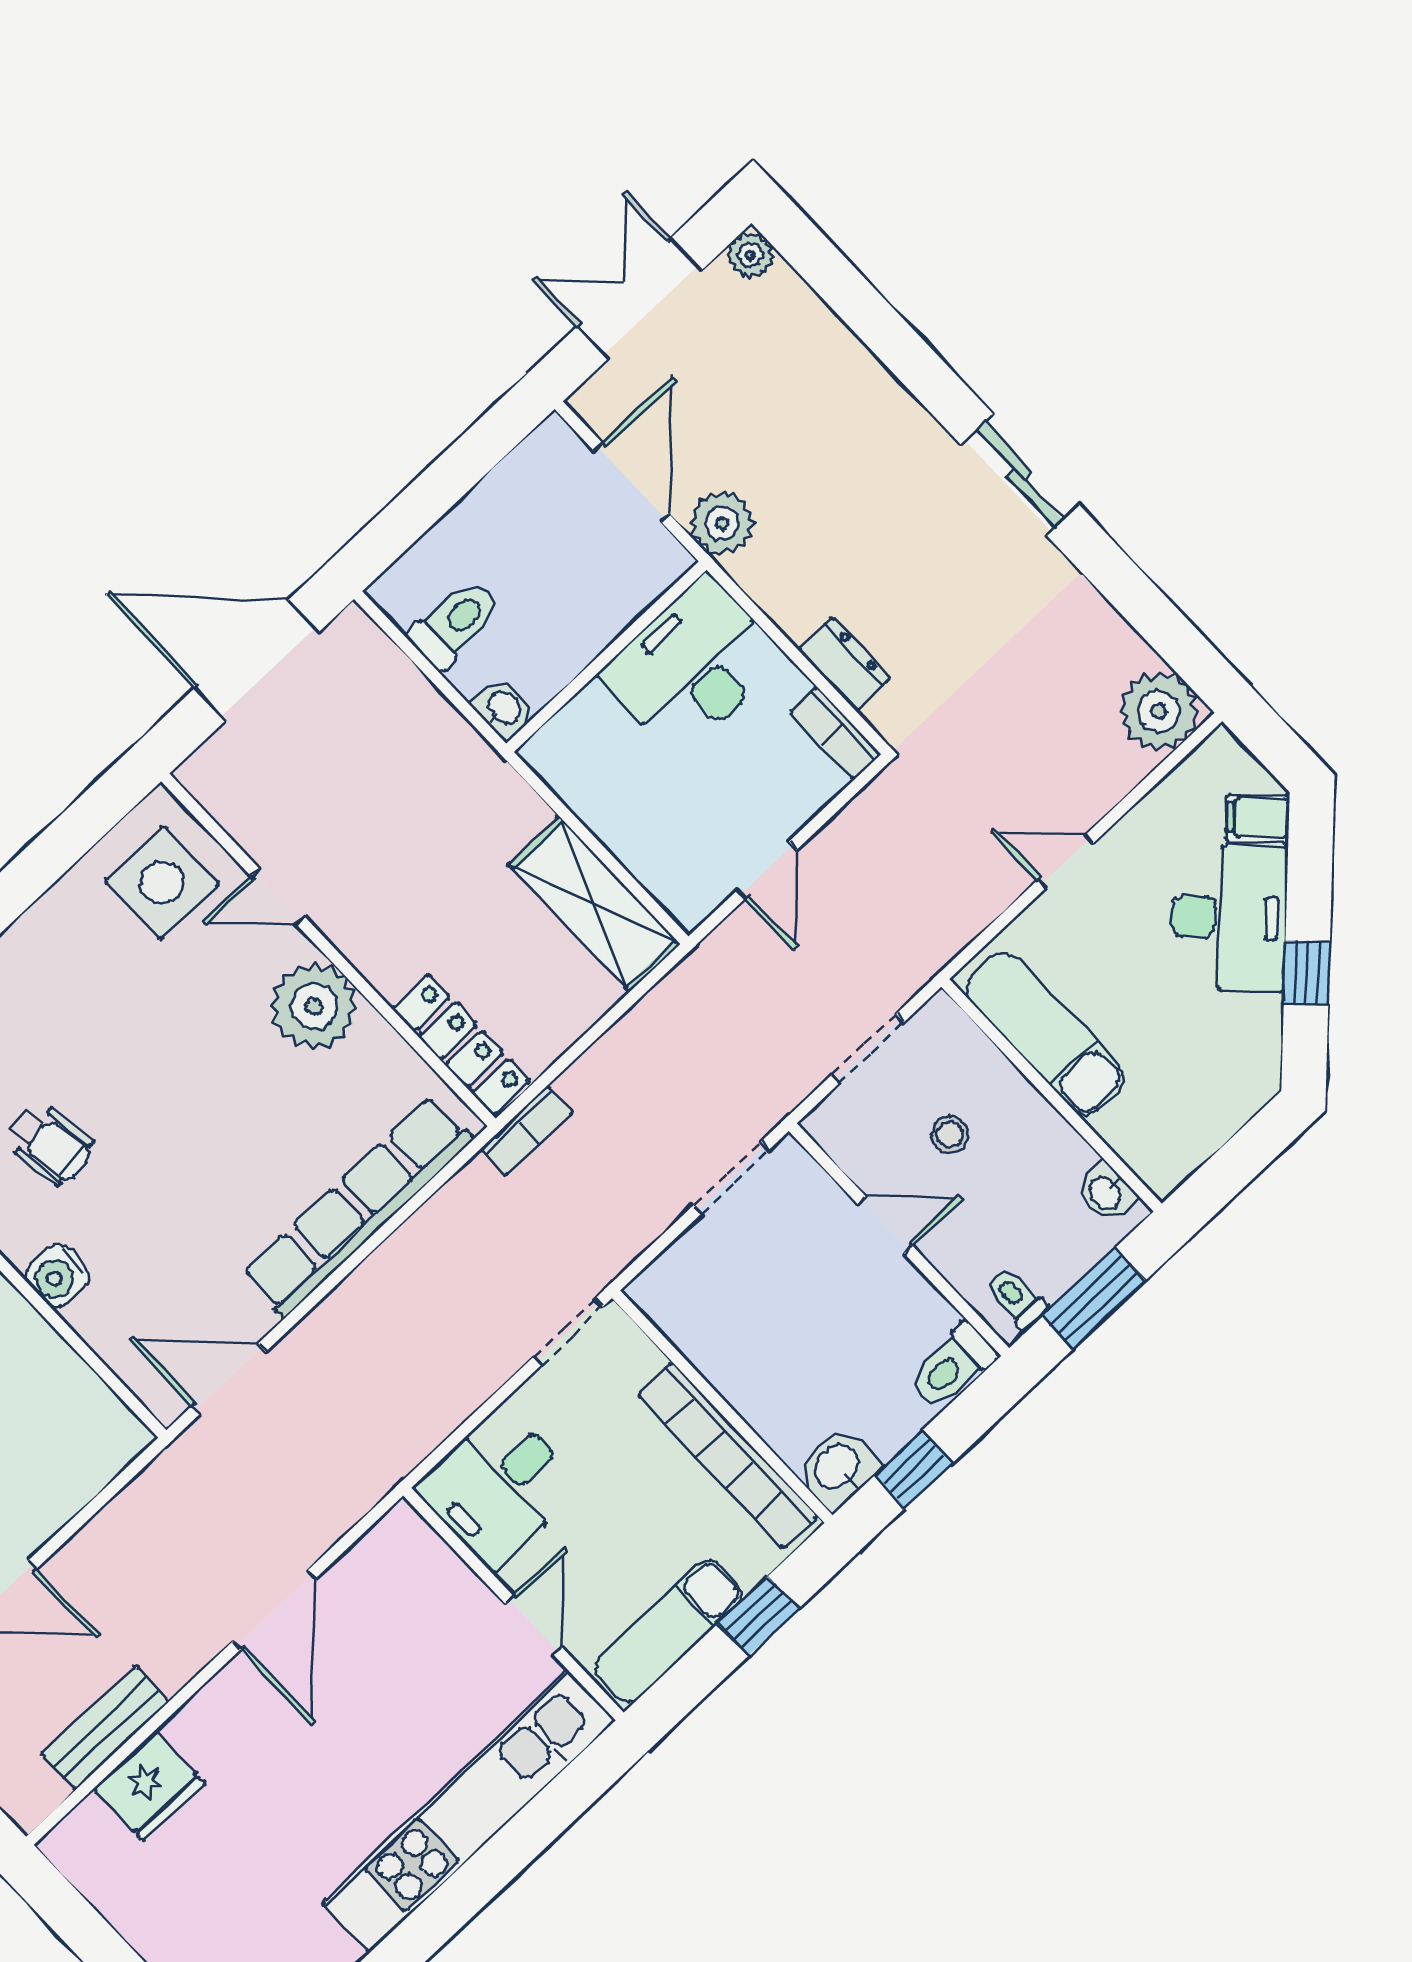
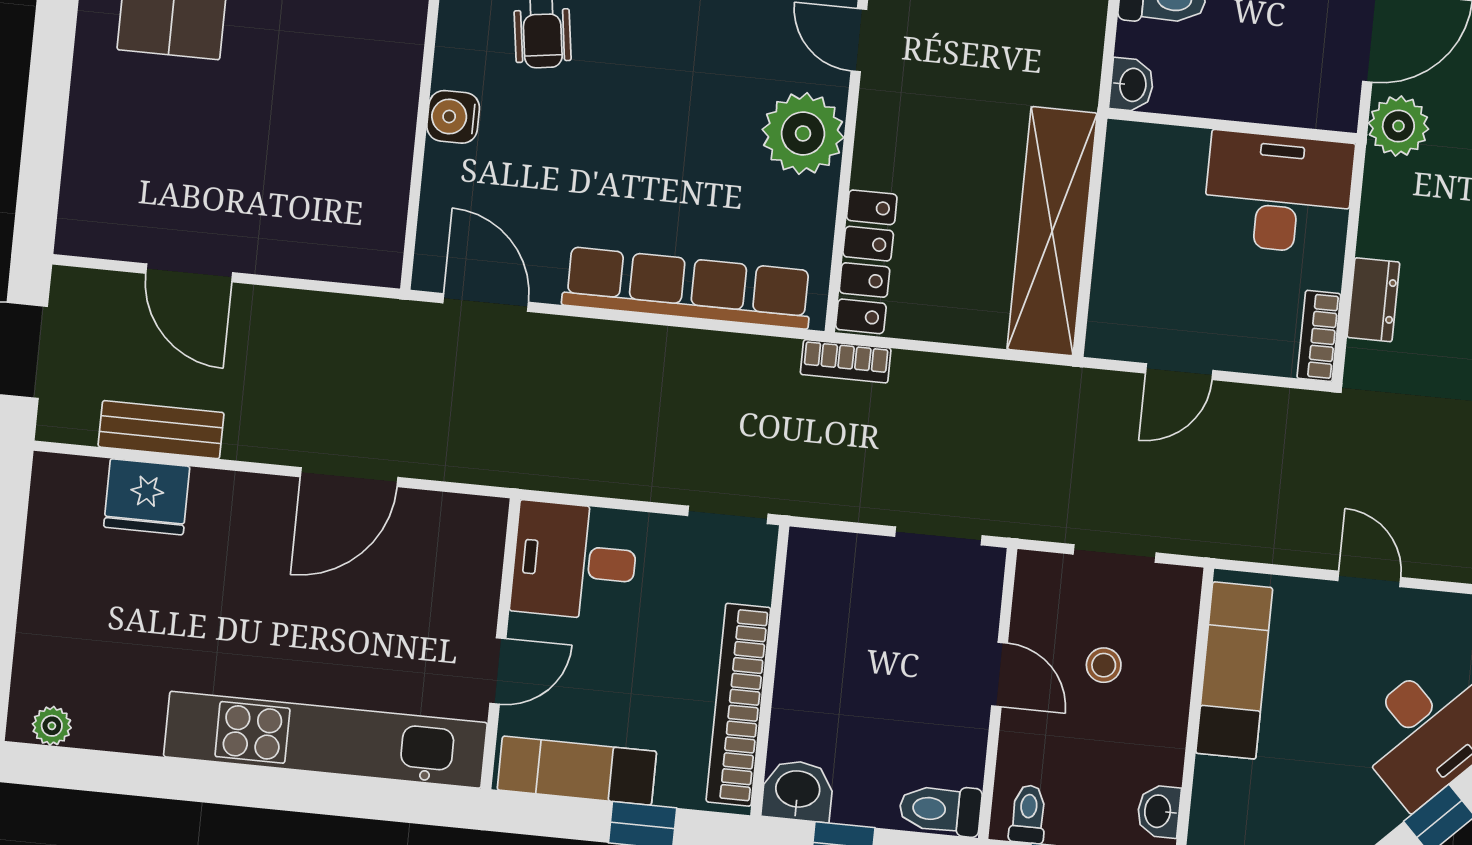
shelving: (594, 904) -> (1052, 231), width x1.47

